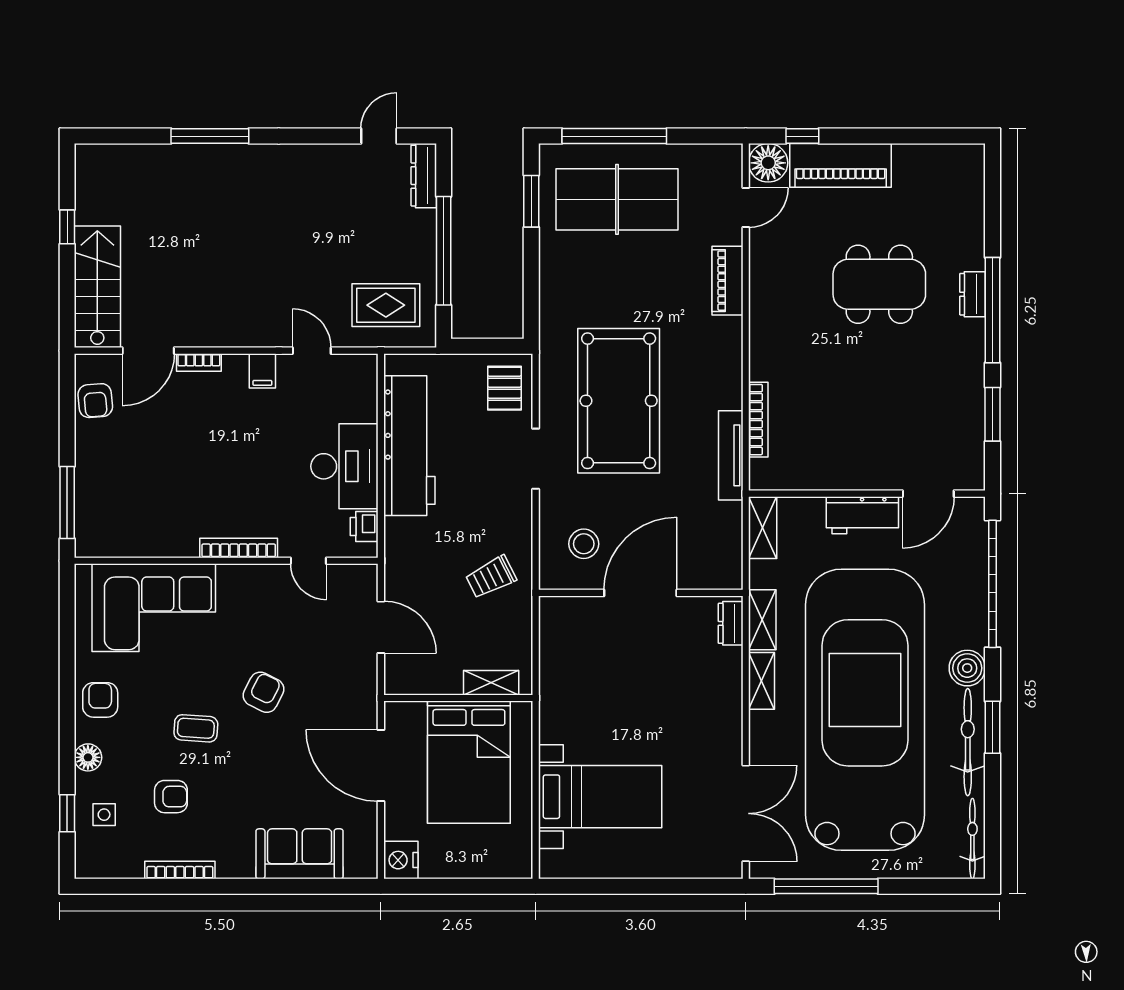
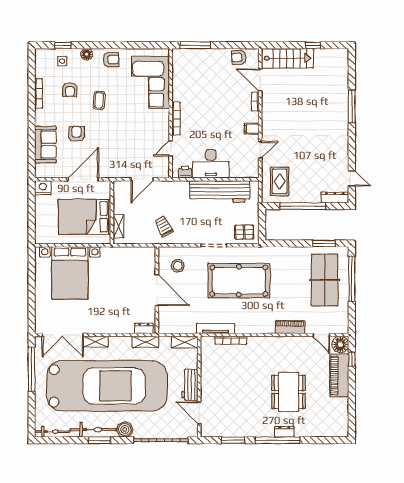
shelving: (762, 681) -> (96, 342), moved
armchair: (264, 692) -> (76, 134), moved, turned -117
bed with nightstands: (600, 797) -> (70, 273), width x1.36

